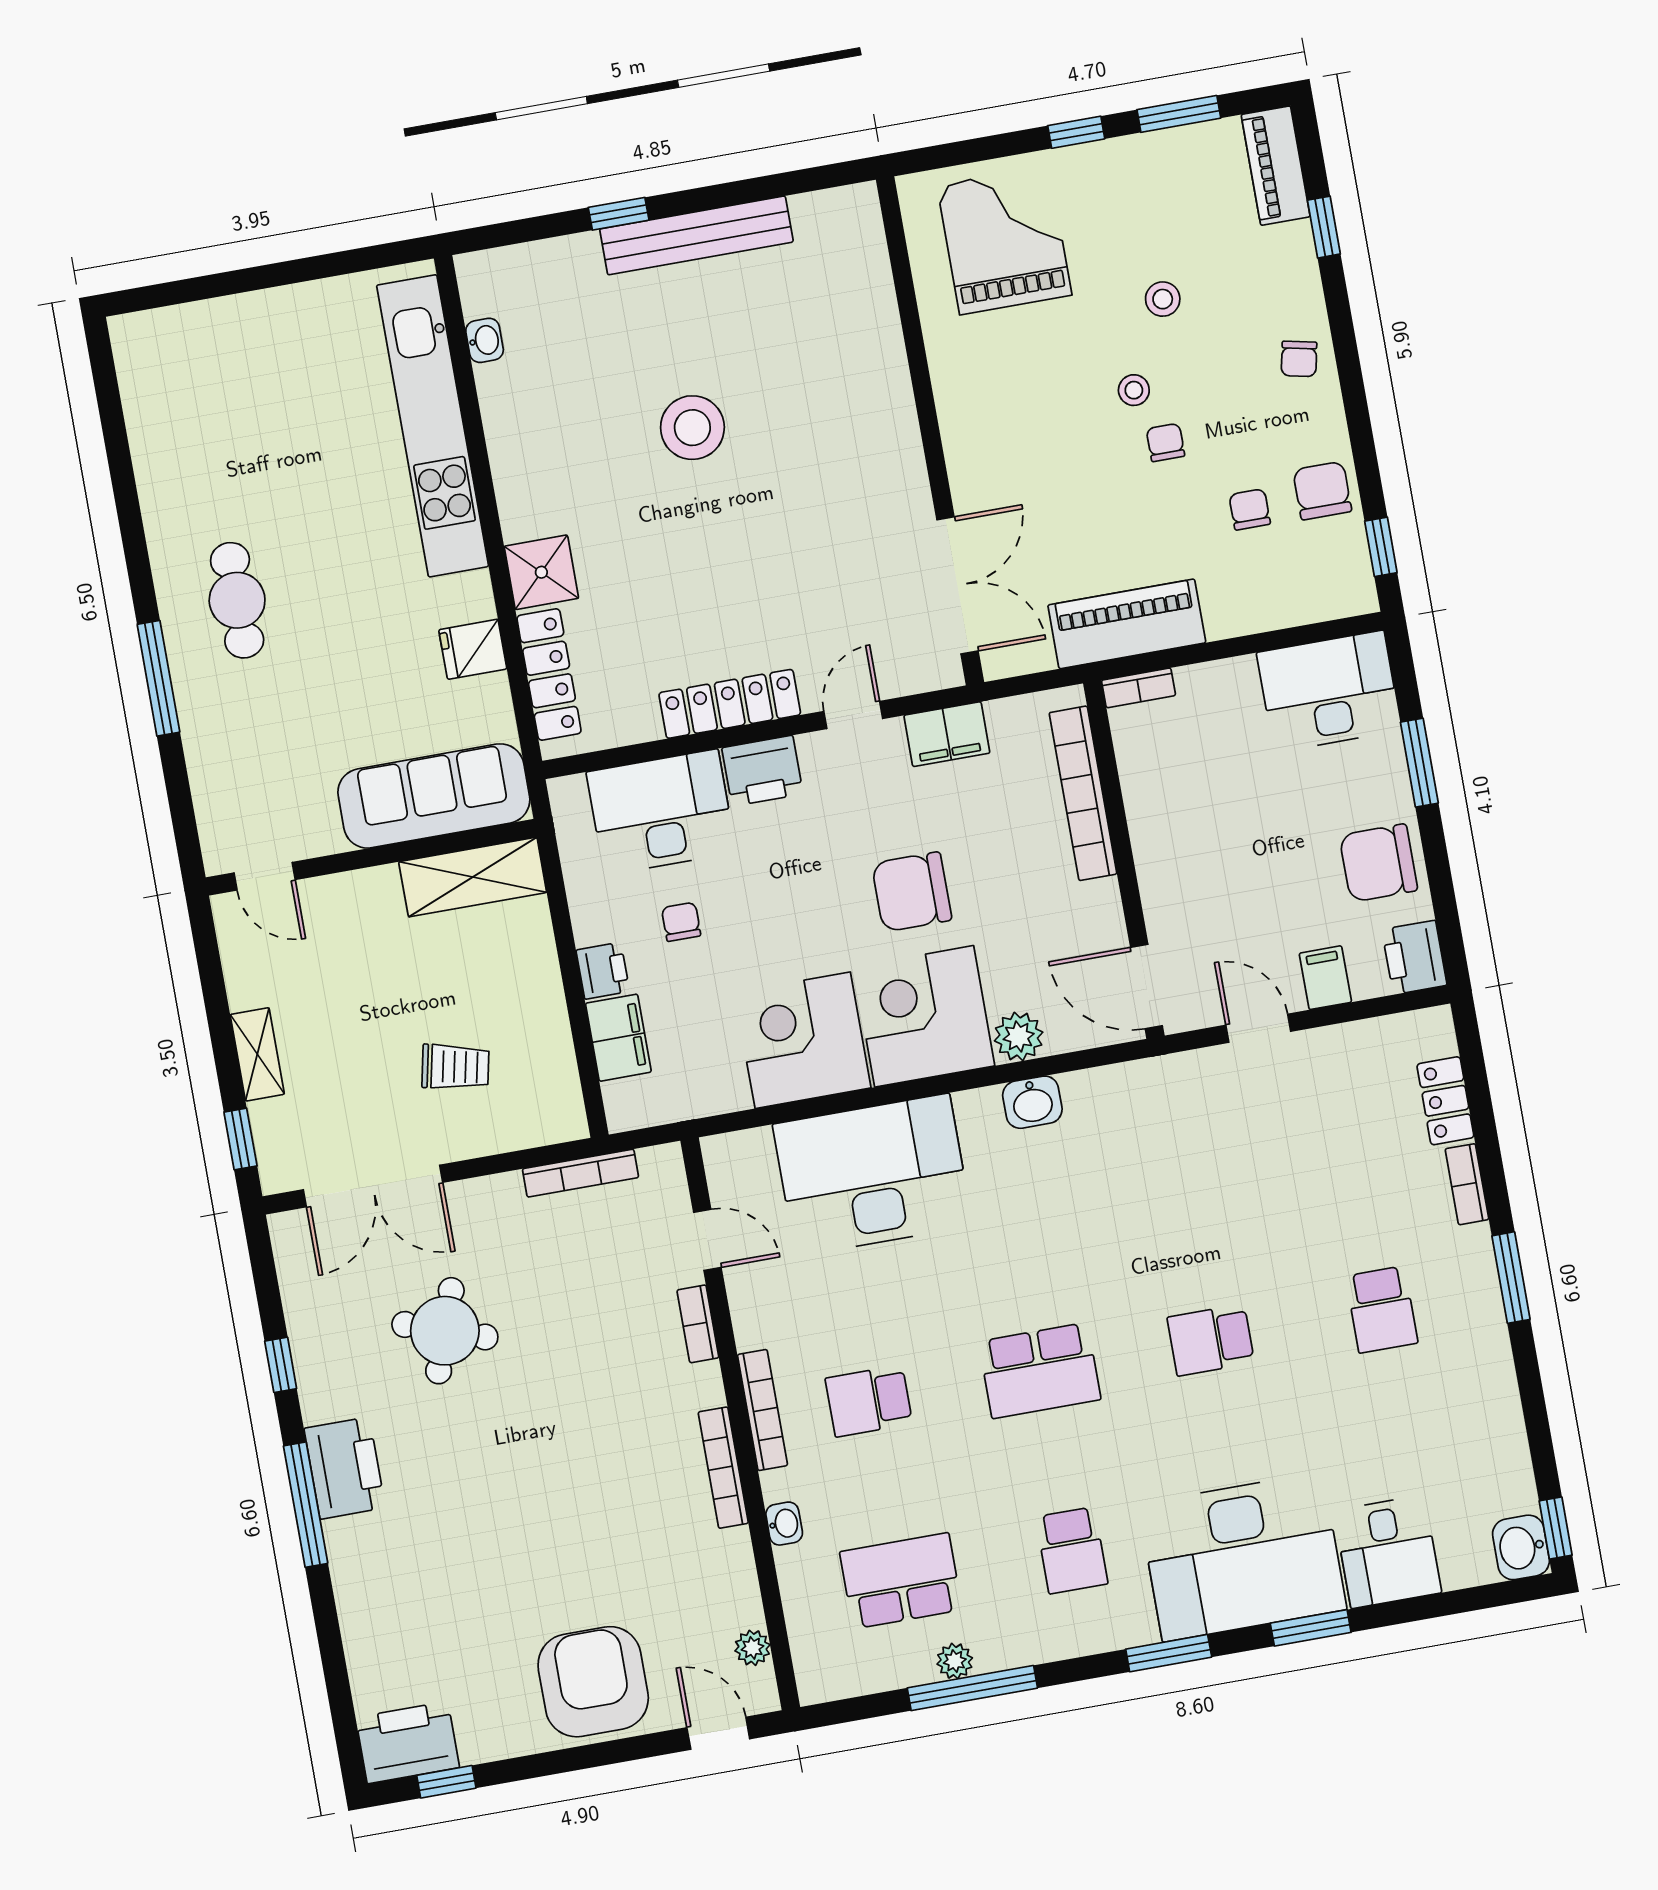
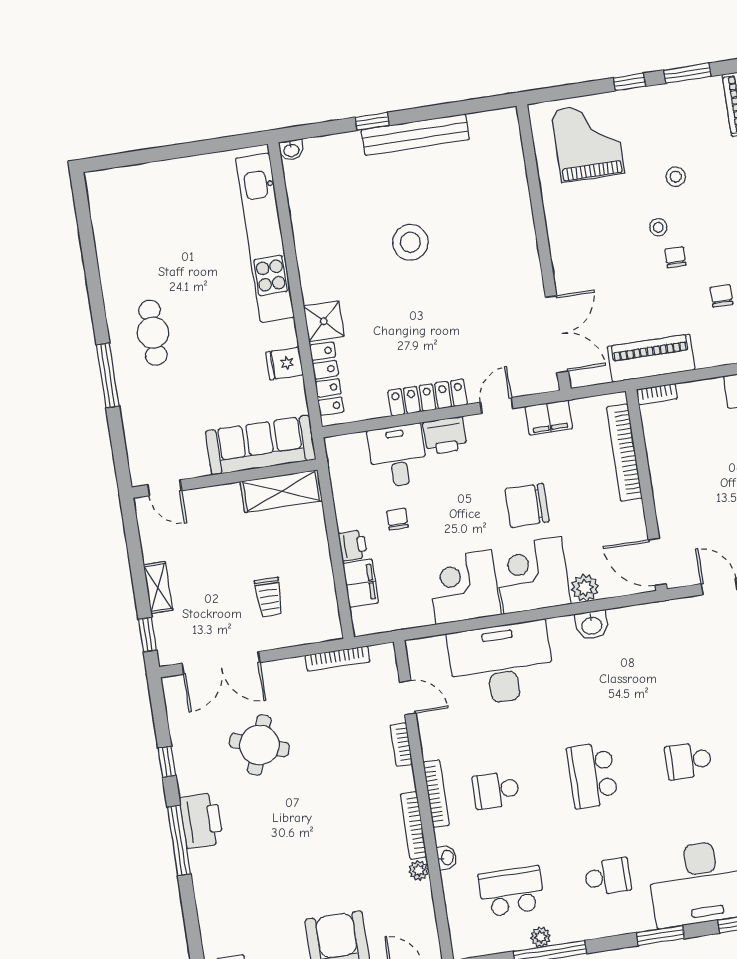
washbasin: (485, 340) -> (291, 150), moved, turned 90
desk: (661, 812) -> (398, 456), width x0.73
trolley: (455, 1067) -> (269, 597), turned 78
school desk: (1040, 1370) -> (592, 775), turned 90
school desk: (1072, 1550) -> (608, 877), turned -90
plant: (752, 1648) -> (419, 870), moved

